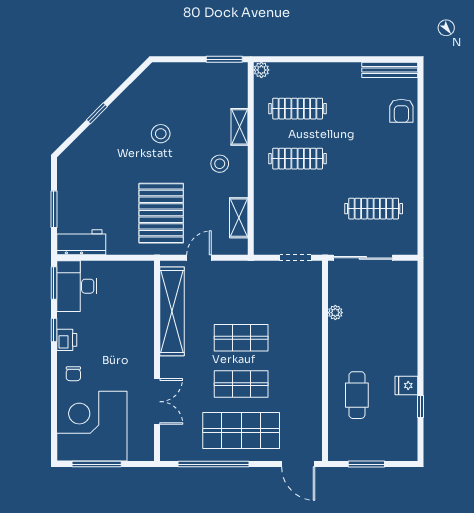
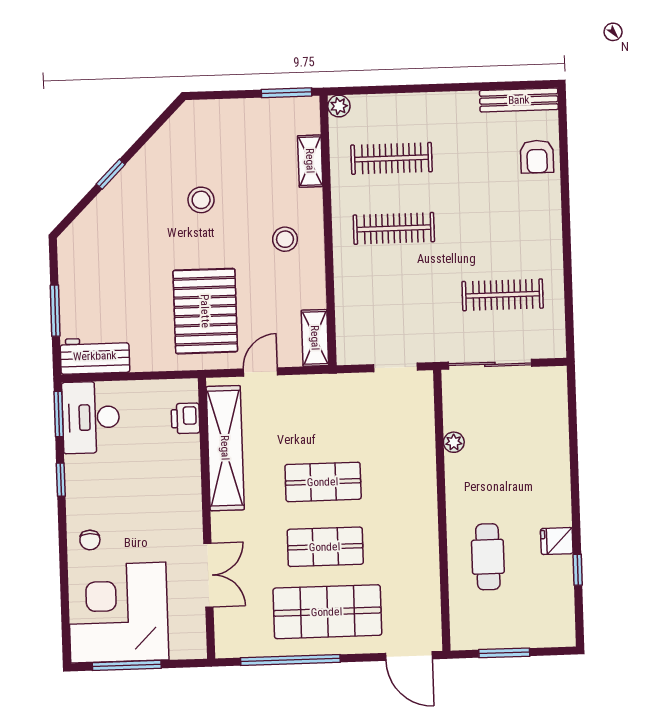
shelving: (239, 127) -> (310, 161), moved
shelving: (239, 218) -> (315, 338), moved
printer: (67, 340) -> (185, 418), moved, turned 180

